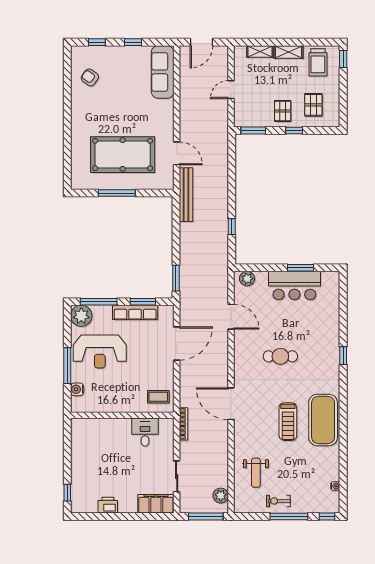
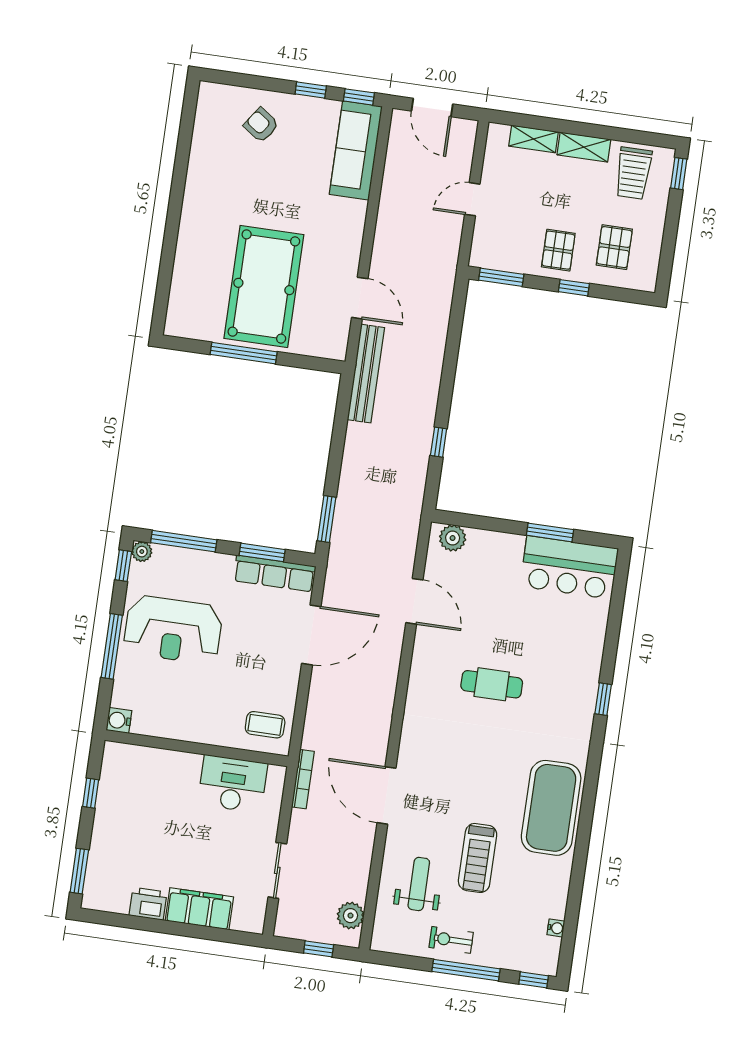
window: (97, 42) -> (359, 97), moved
door: (201, 42) -> (432, 107), hinge flipped
armchair: (90, 78) -> (261, 125), moved
pool table: (123, 155) -> (264, 286), turned 90
bar counter: (294, 286) -> (569, 567), moved
row of seats: (135, 312) -> (275, 573), moved
plant: (81, 316) -> (142, 552), width x0.53, depth x0.53
window: (67, 320) -> (123, 566), added
water cooler: (77, 389) -> (119, 720), moved
door: (231, 404) -> (386, 795), moved
treadmill: (288, 422) -> (478, 858), moved
desk: (145, 432) -> (233, 784), width x1.37
window: (67, 448) -> (91, 793), added
weight bench: (256, 473) -> (419, 884), turned 180
window: (67, 493) -> (79, 871), width x1.50
filing cabinet: (156, 504) -> (199, 909), moved
window: (206, 517) -> (319, 949), width x0.46

